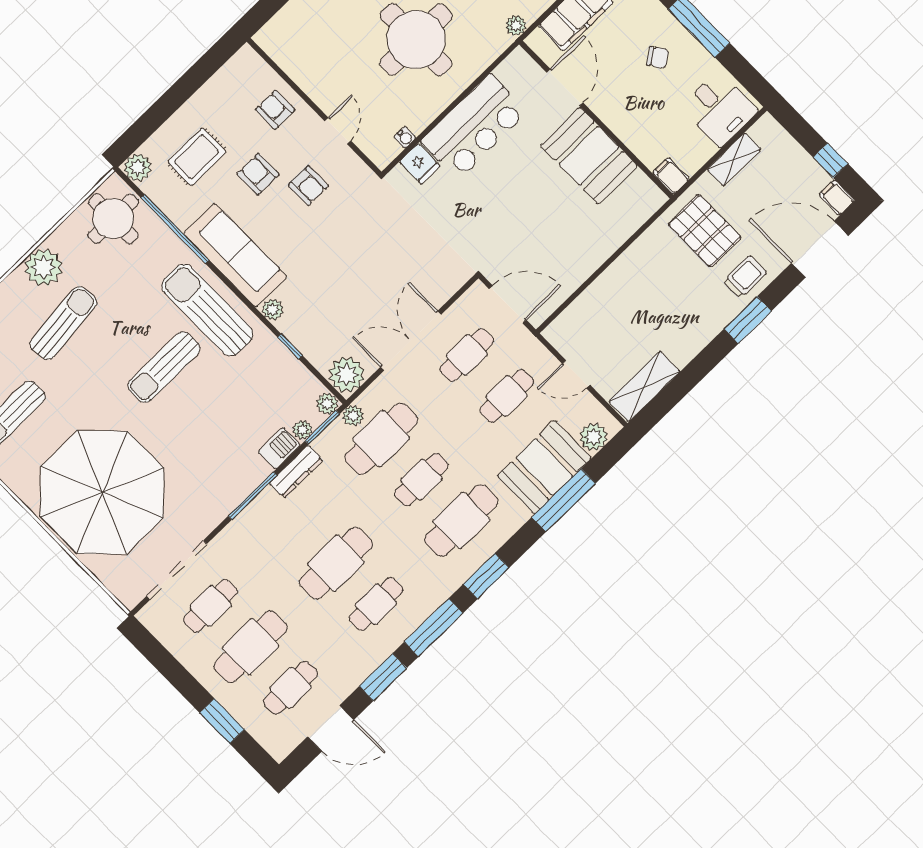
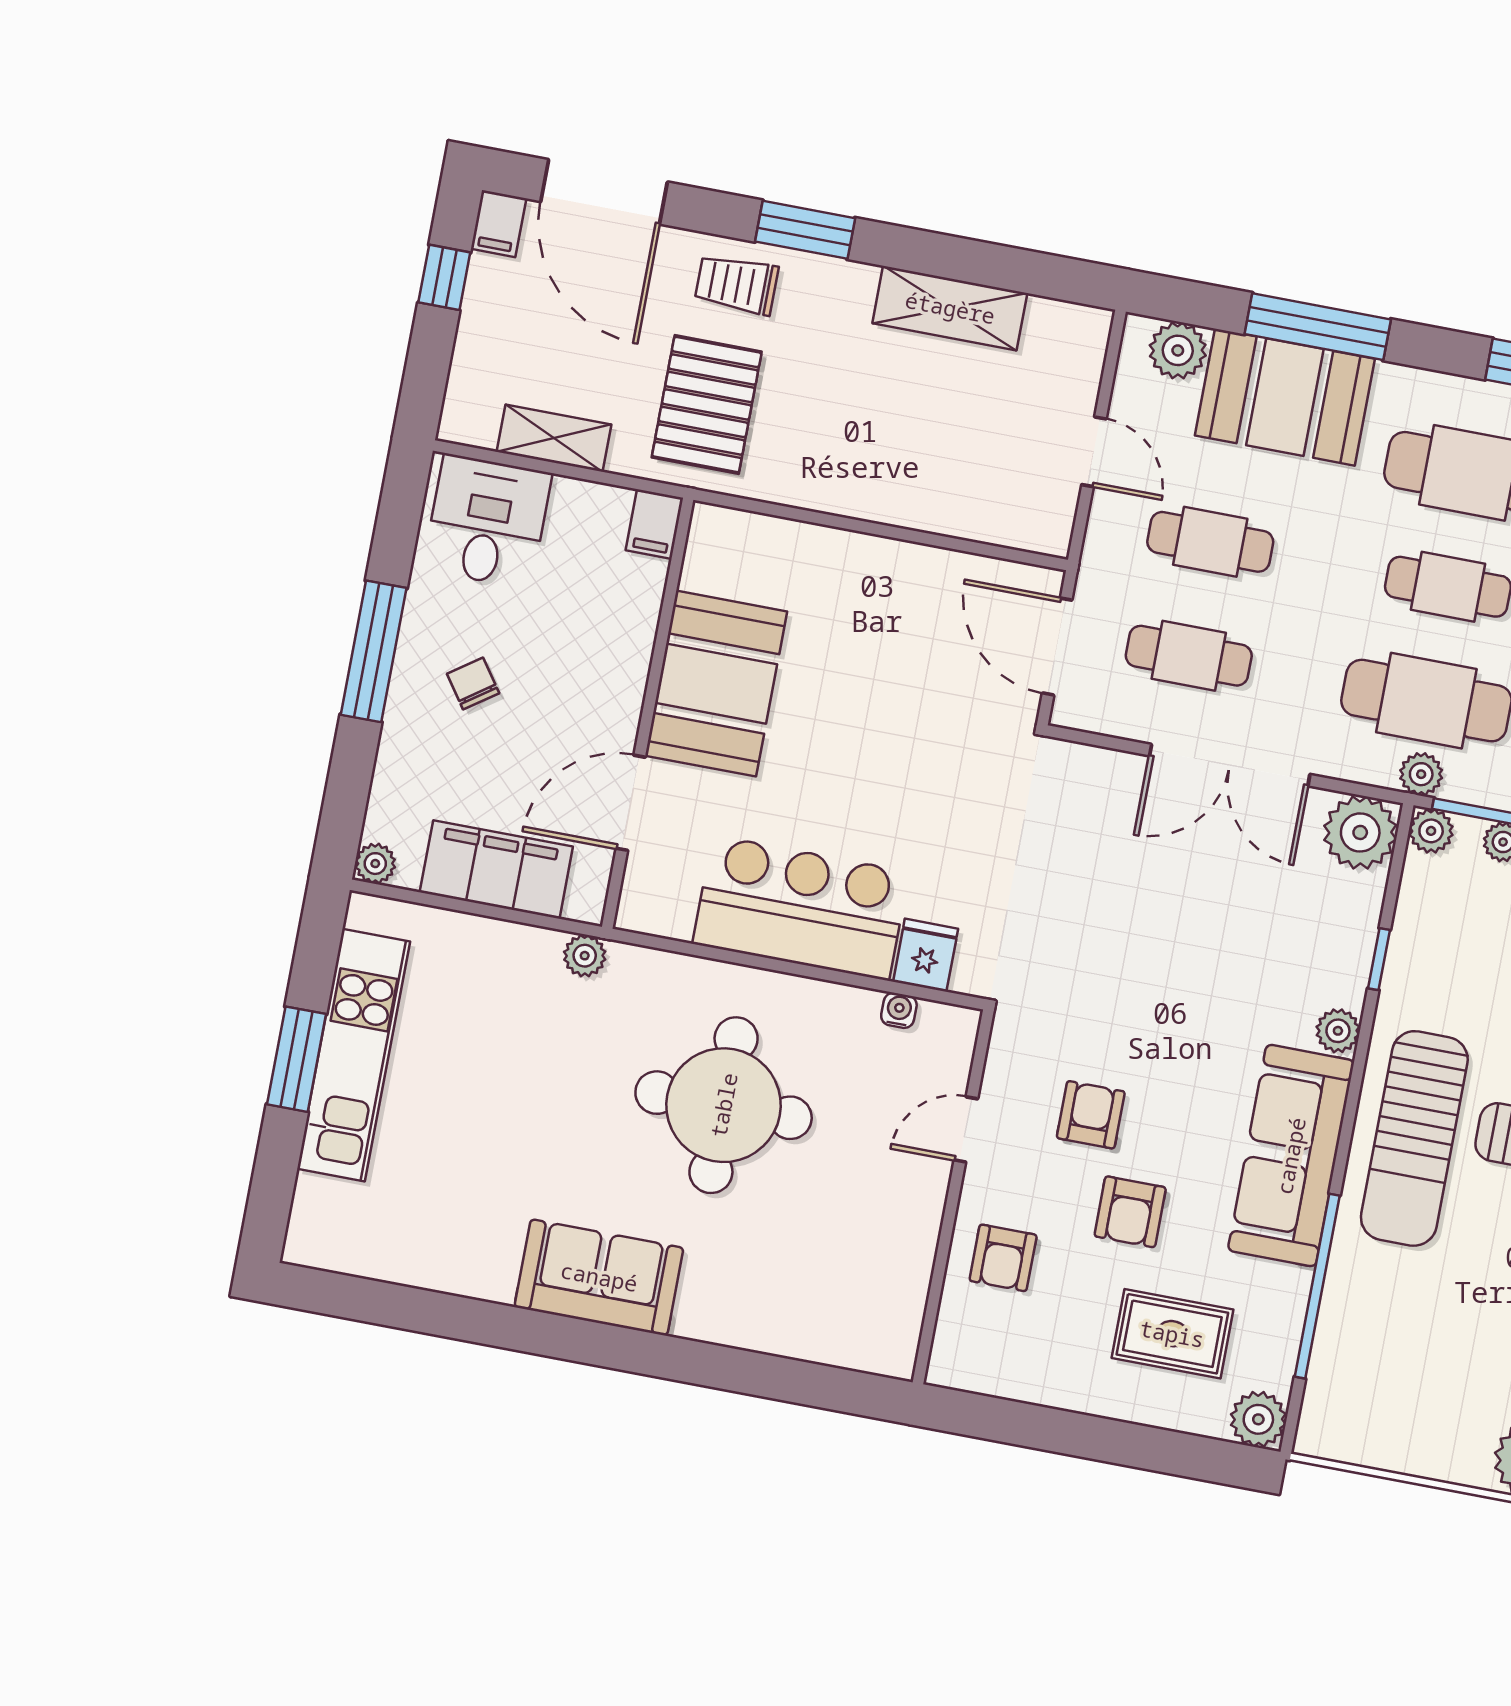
round table: (113, 219) -> (1372, 1401), removed
shelving: (644, 386) -> (950, 308), moved

